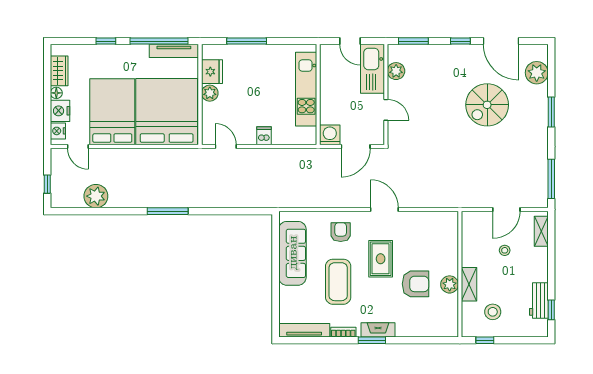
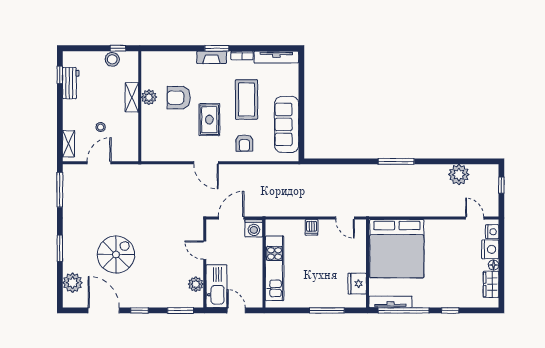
plant: (210, 93) -> (359, 265), removed
bed: (112, 112) -> (444, 248), removed
stool: (493, 312) -> (112, 59), moved

